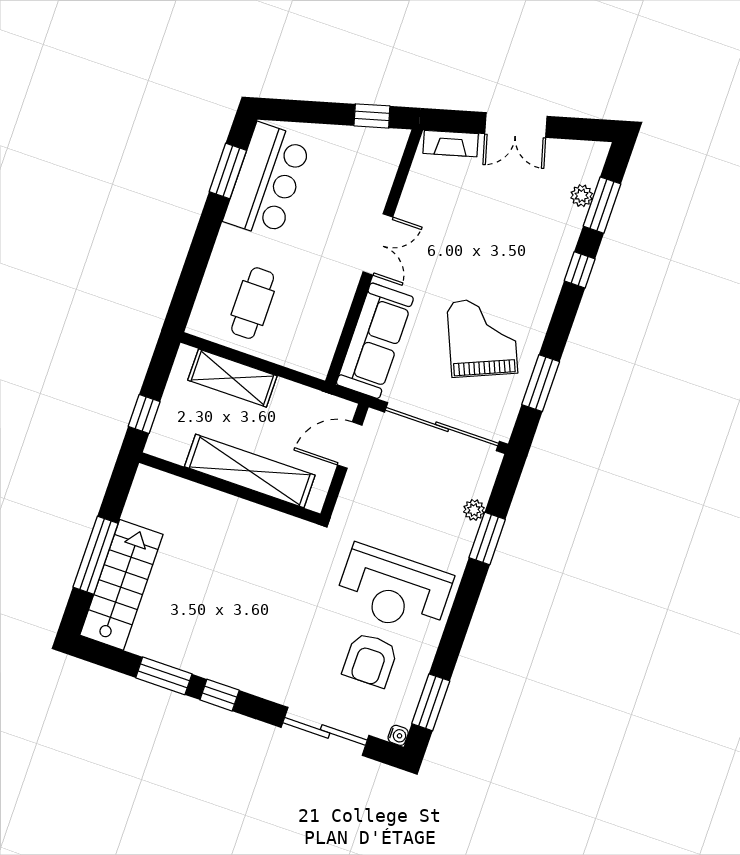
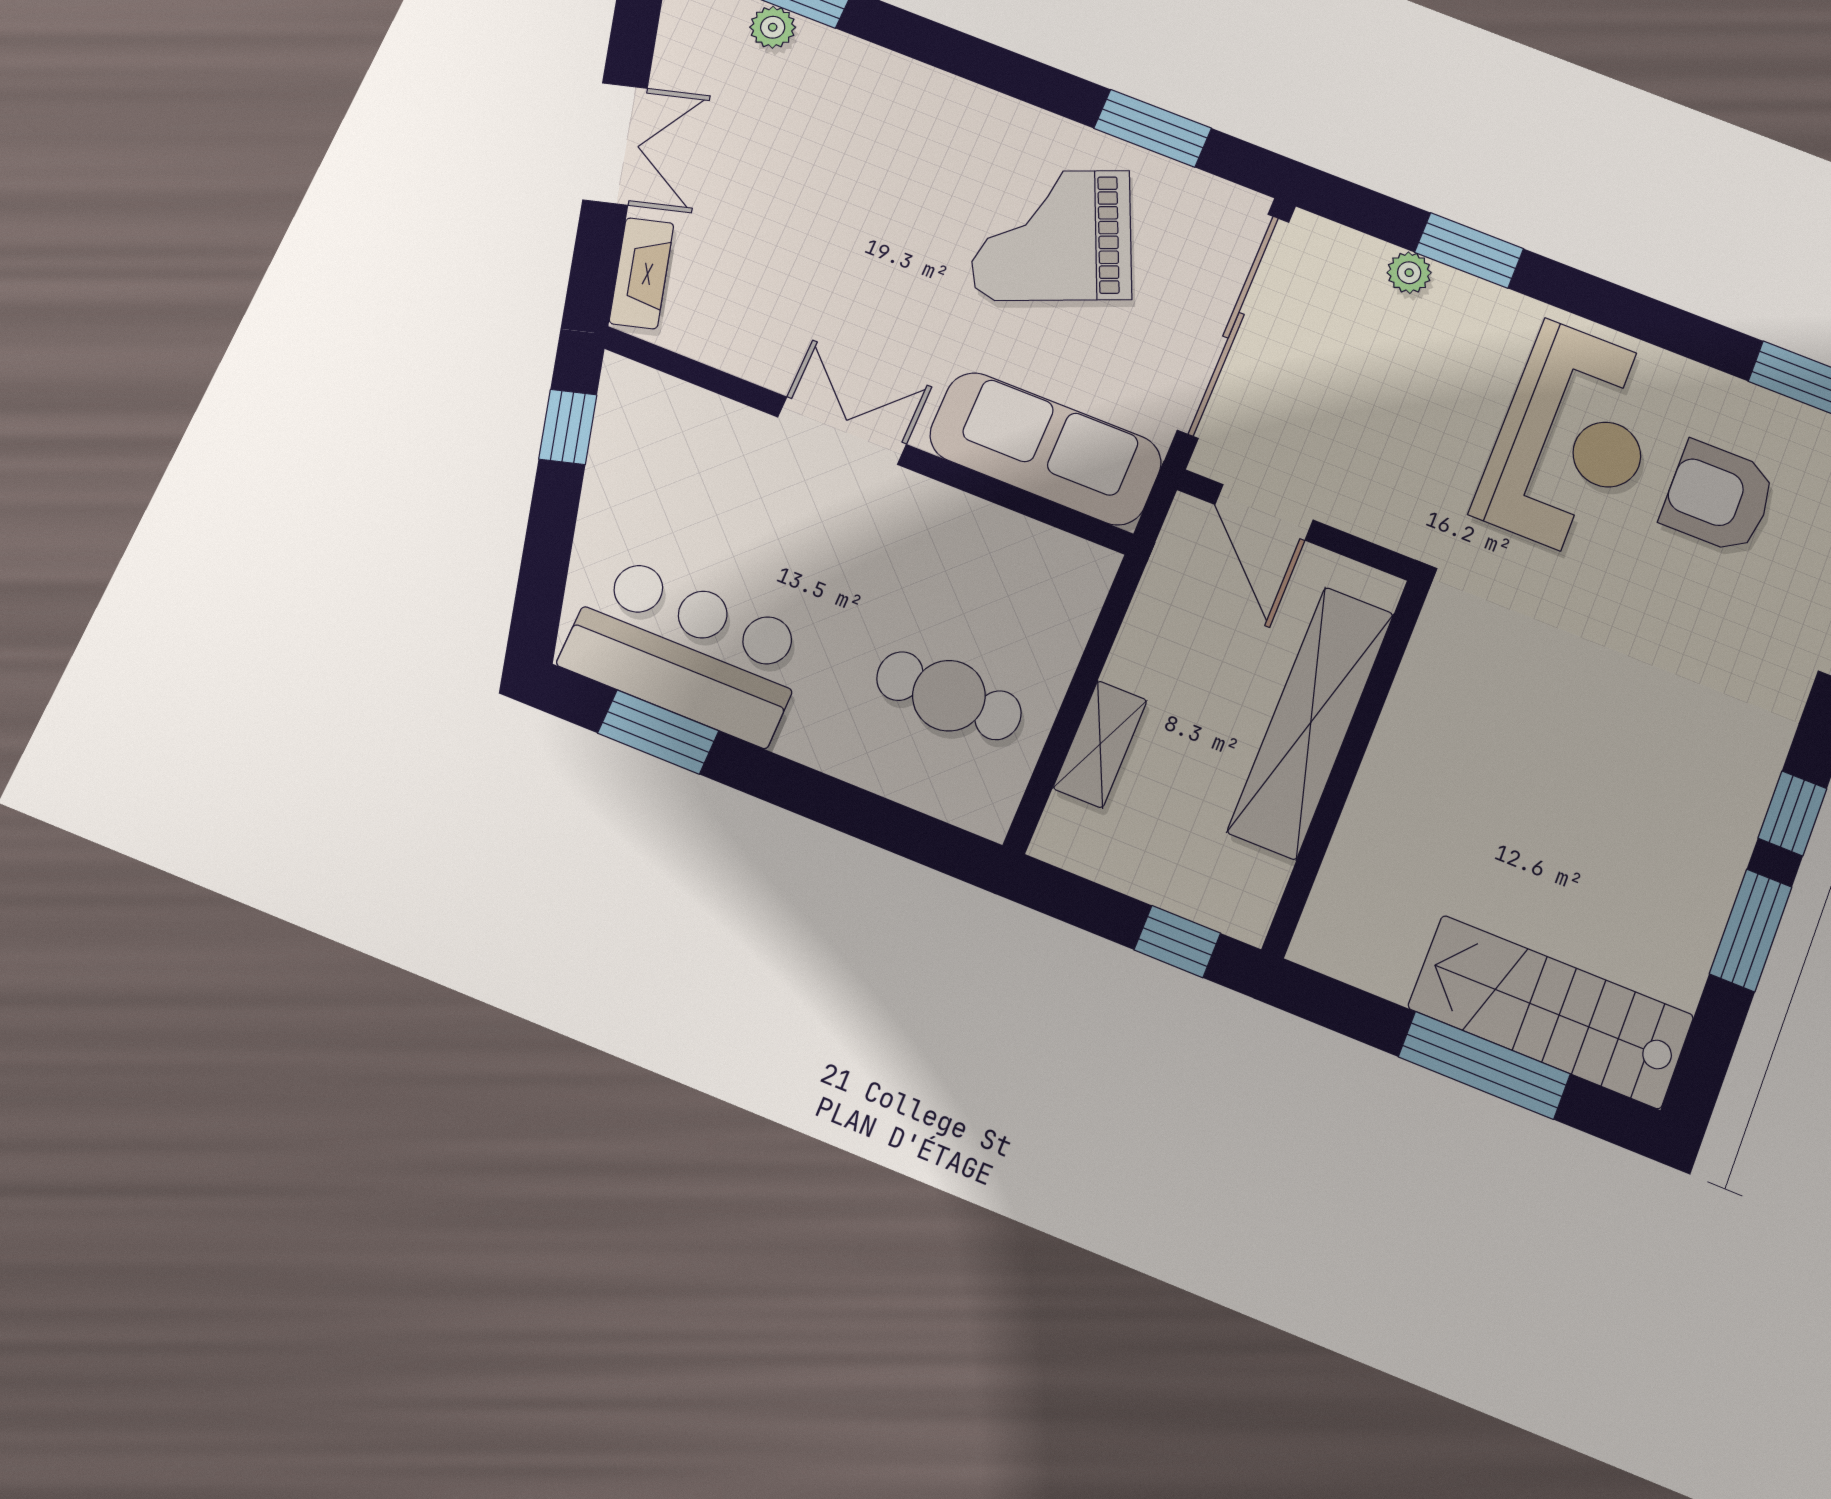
window: (580, 270) -> (925, 40), removed
shelving: (232, 378) -> (1100, 744), width x0.67, depth x0.75
armchair: (370, 660) -> (1718, 497), turned 180

